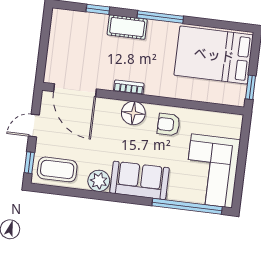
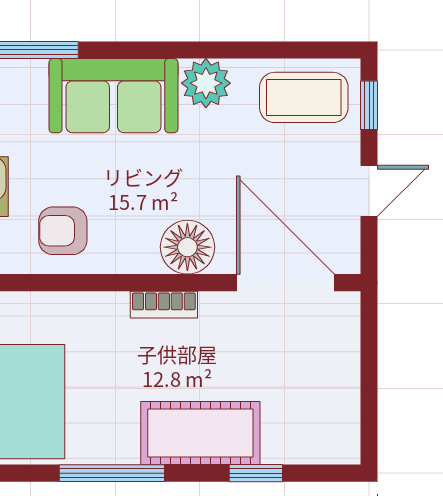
cot: (127, 27) -> (200, 433), width x1.37, depth x1.34
floor lamp: (133, 113) -> (187, 247), moved
armchair: (169, 125) -> (63, 231), turned 180

